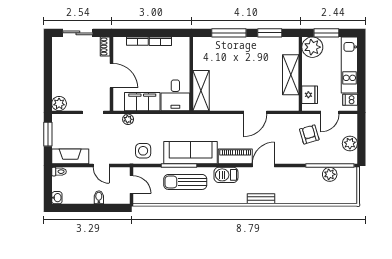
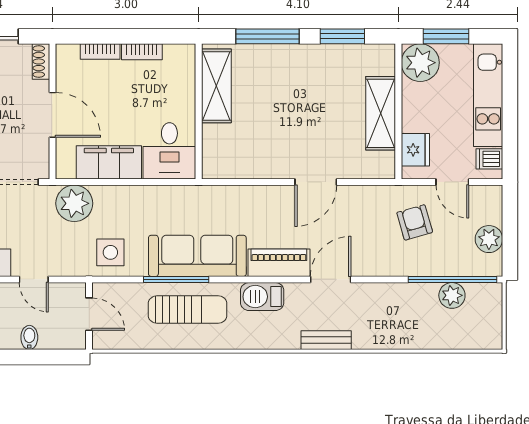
shelving: (201, 91) -> (216, 86), moved
door: (330, 112) -> (452, 182), hinge flipped
plant: (128, 119) -> (74, 203), width x1.87, depth x1.87
sun lounger: (185, 182) -> (188, 309), turned 180

